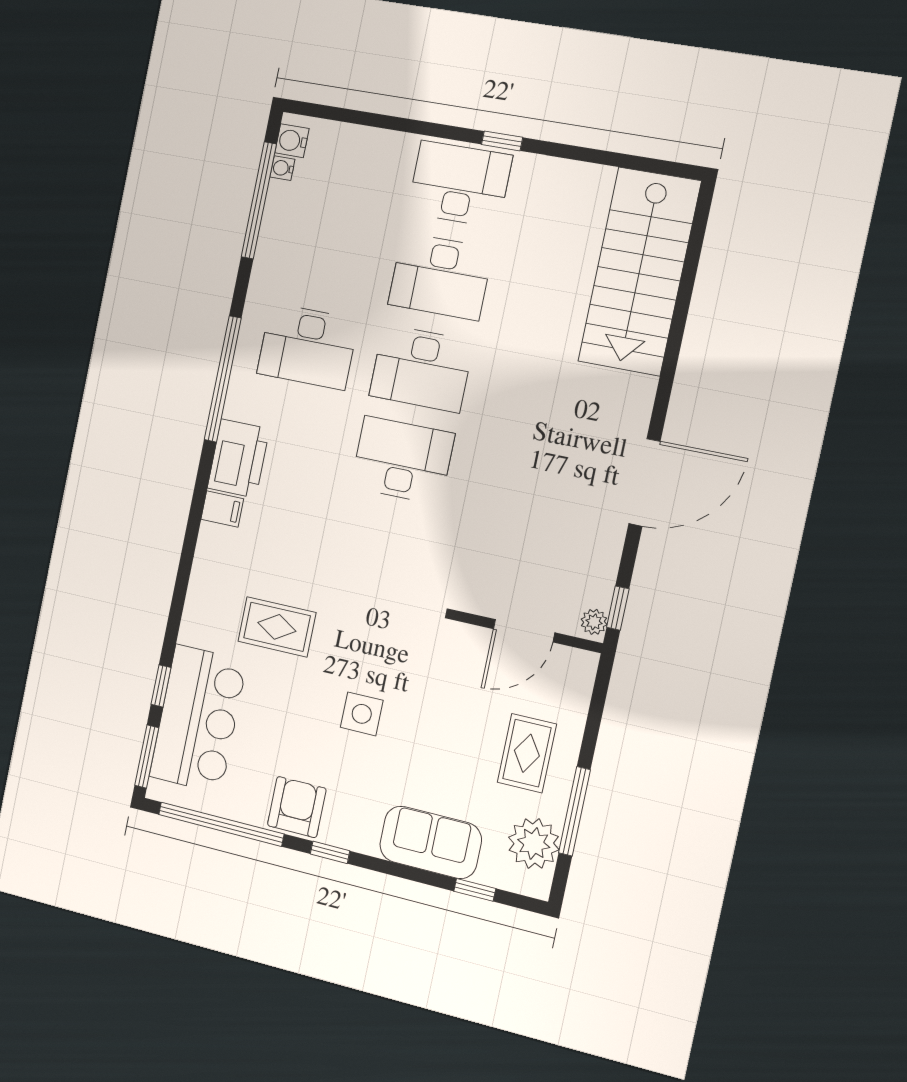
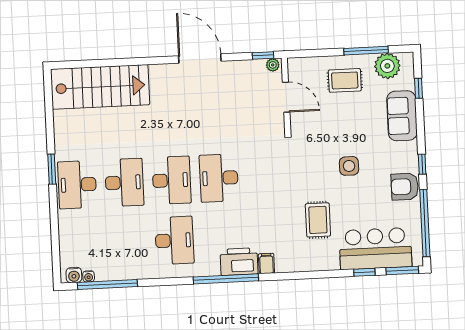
window: (502, 141) -> (52, 169), width x1.50
window: (223, 379) -> (226, 279), moved

